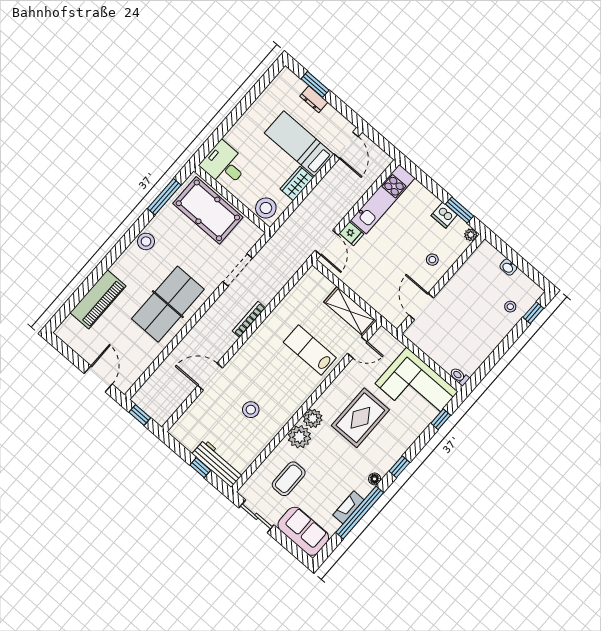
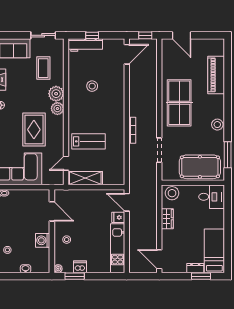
bed: (299, 144) -> (214, 251), moved, turned -90
washing machine: (460, 283) -> (43, 240), added
door: (210, 377) -> (127, 54), moved

